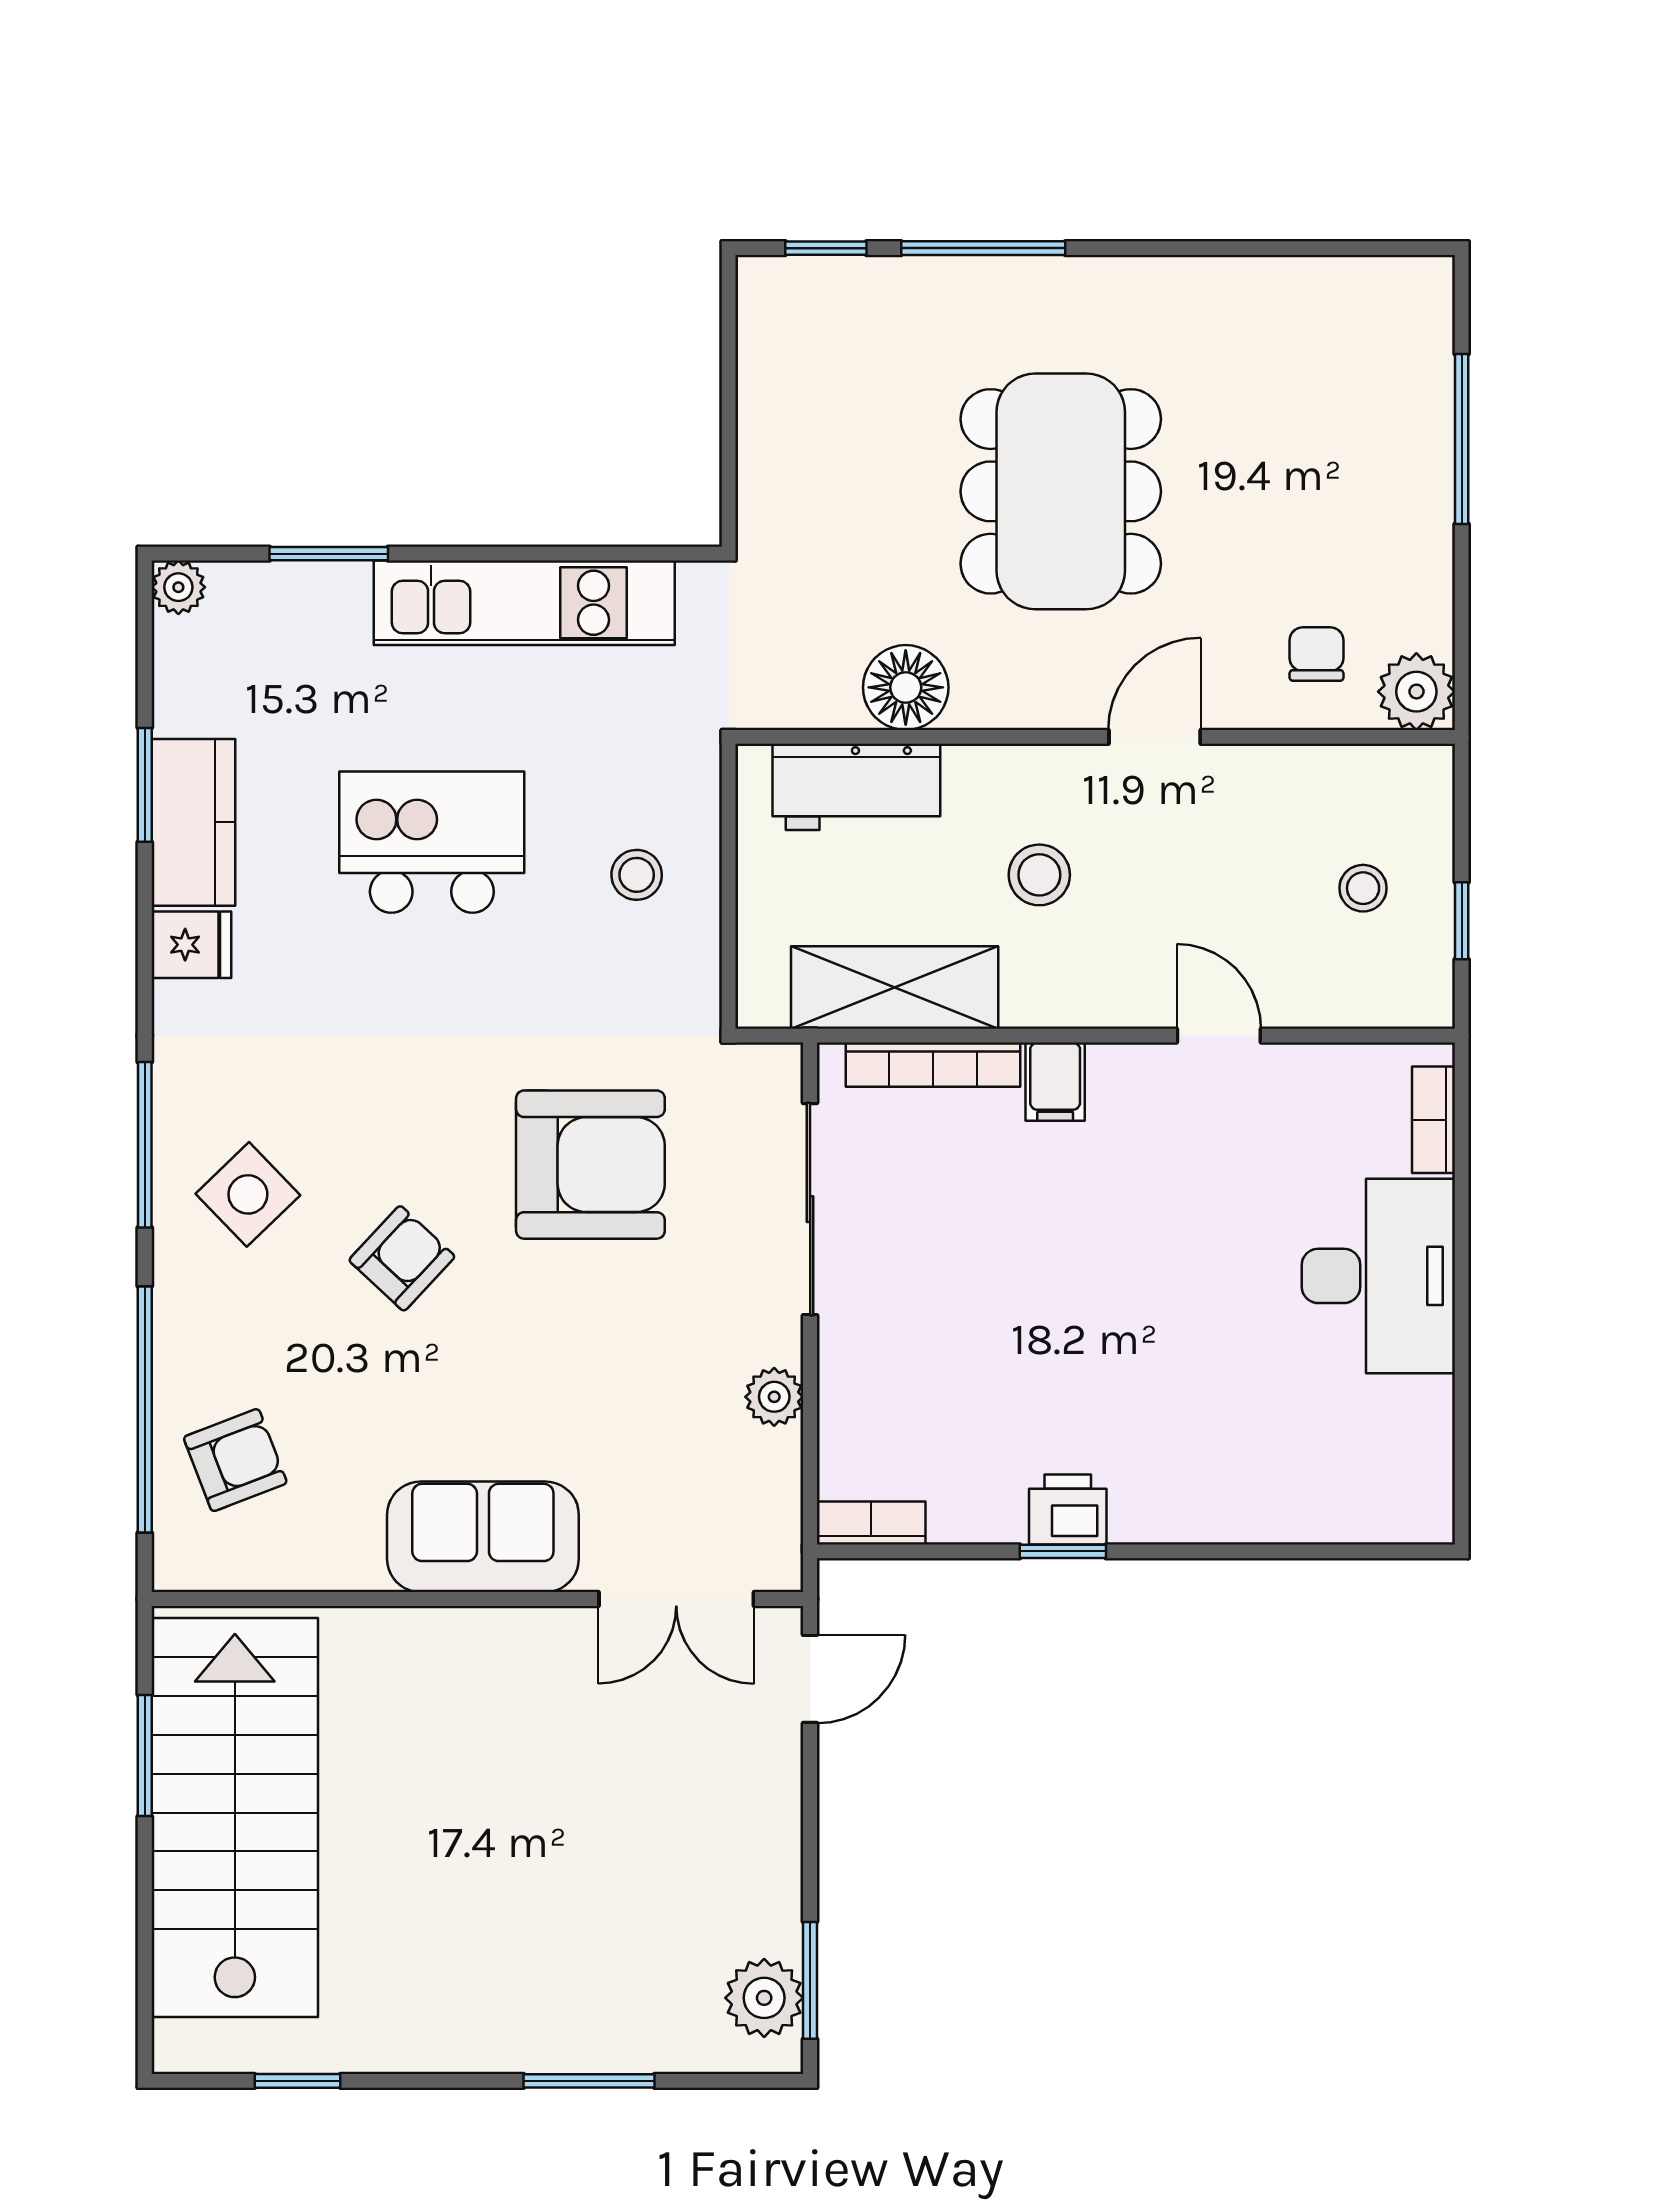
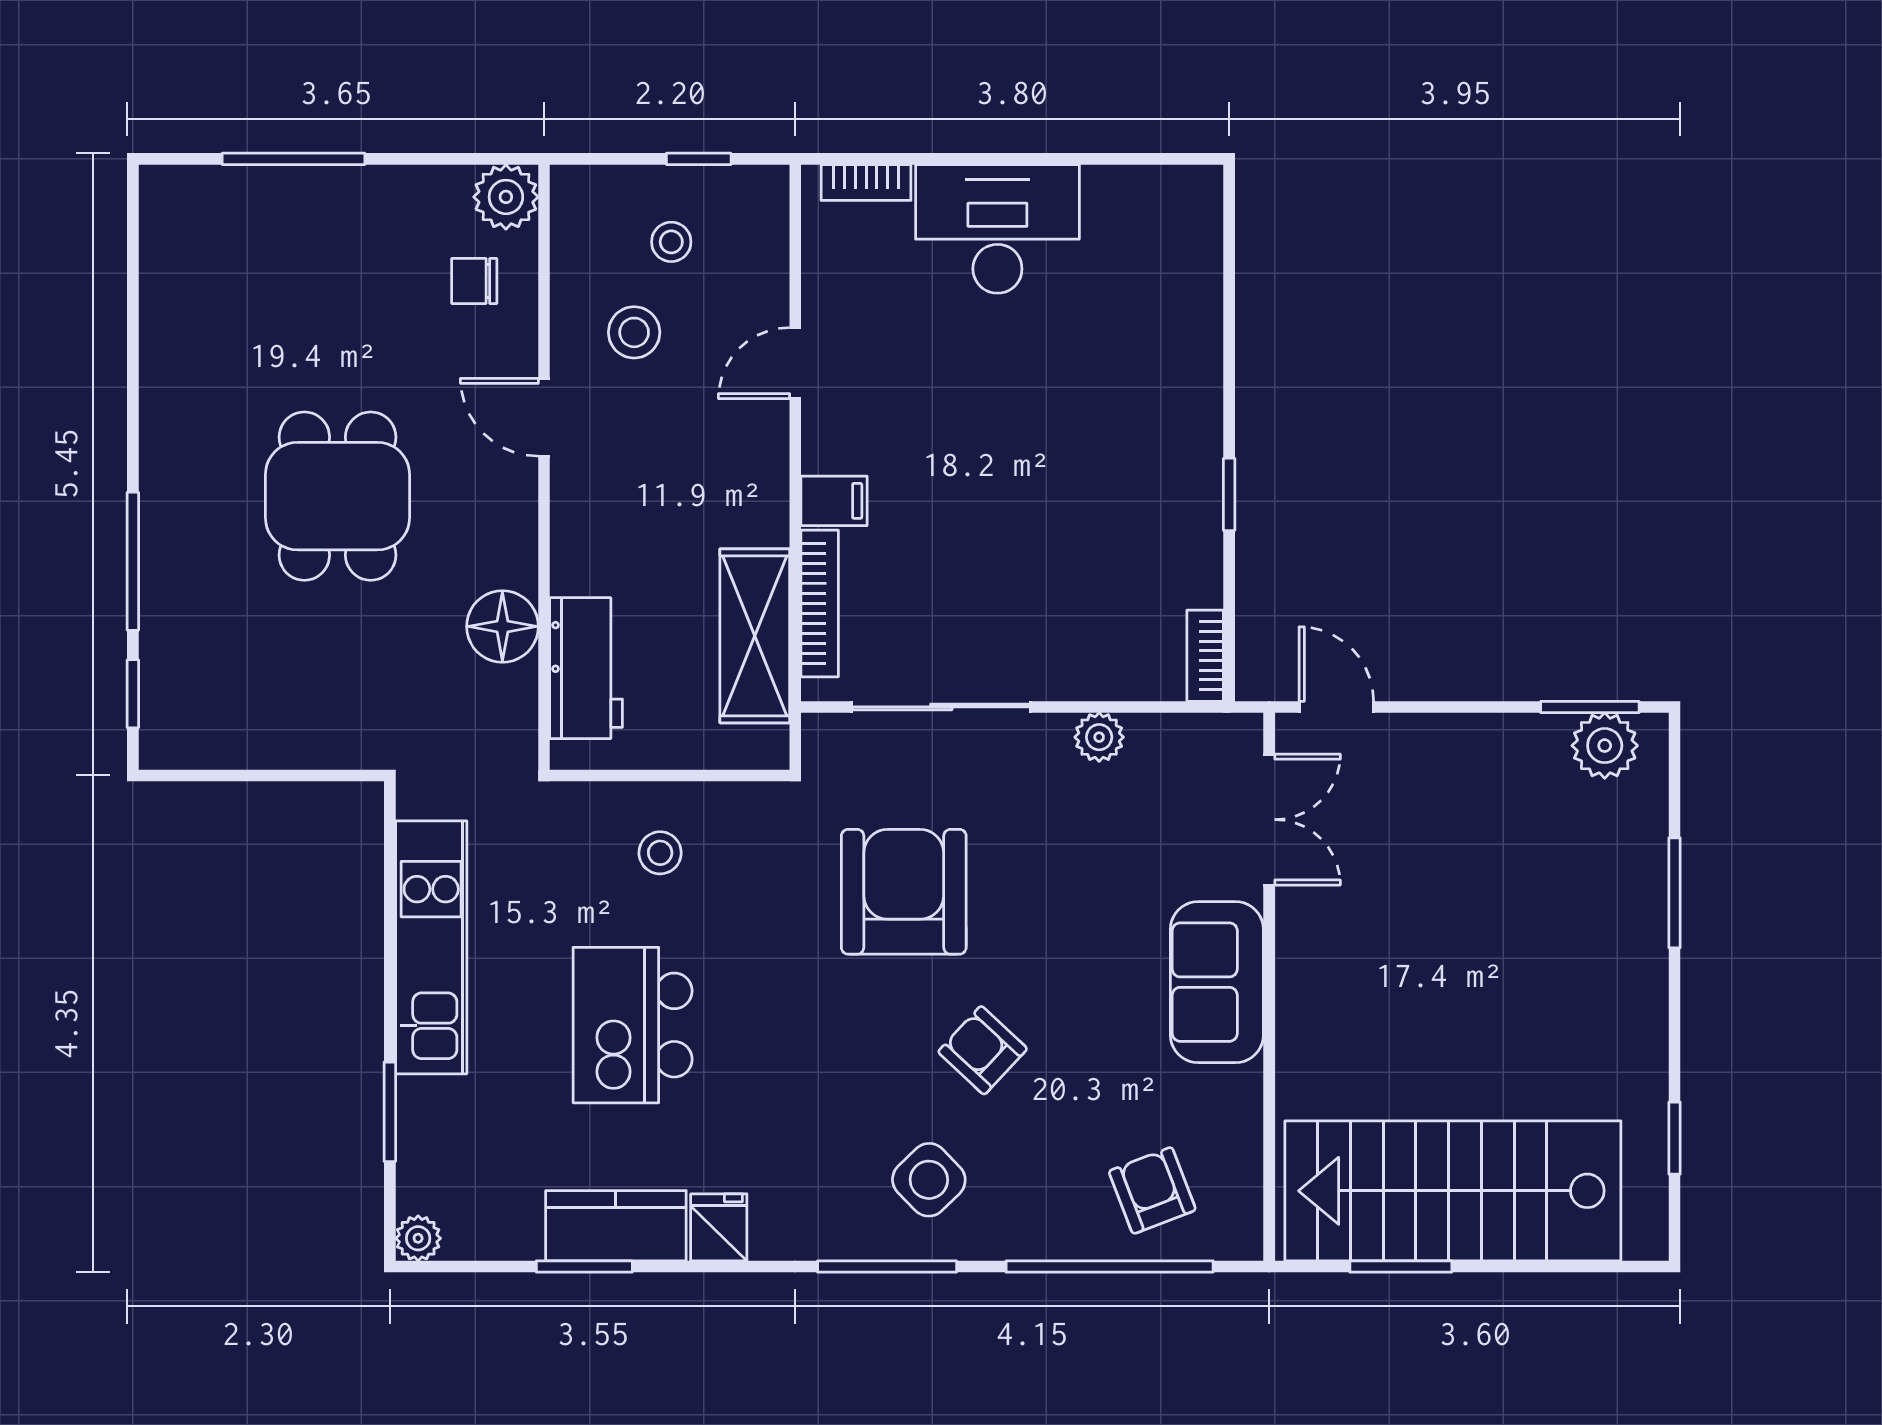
dining table: (1061, 491) -> (337, 496), width x0.73
stool: (1039, 875) -> (634, 332), moved
printer: (1068, 1510) -> (1194, 490), removed

